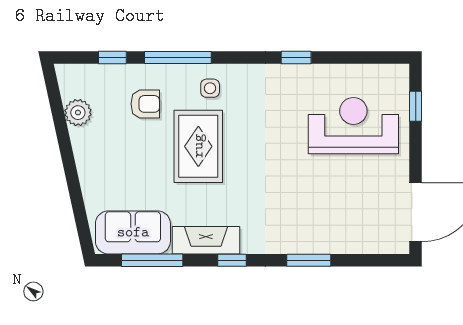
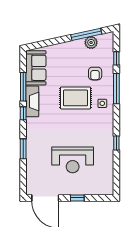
window: (416, 106) -> (77, 198), moved
window: (60, 123) -> (86, 34), added
reception desk: (353, 126) -> (73, 160), moved, turned 90
window: (152, 260) -> (23, 87), moved

